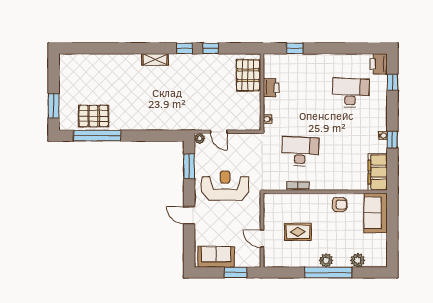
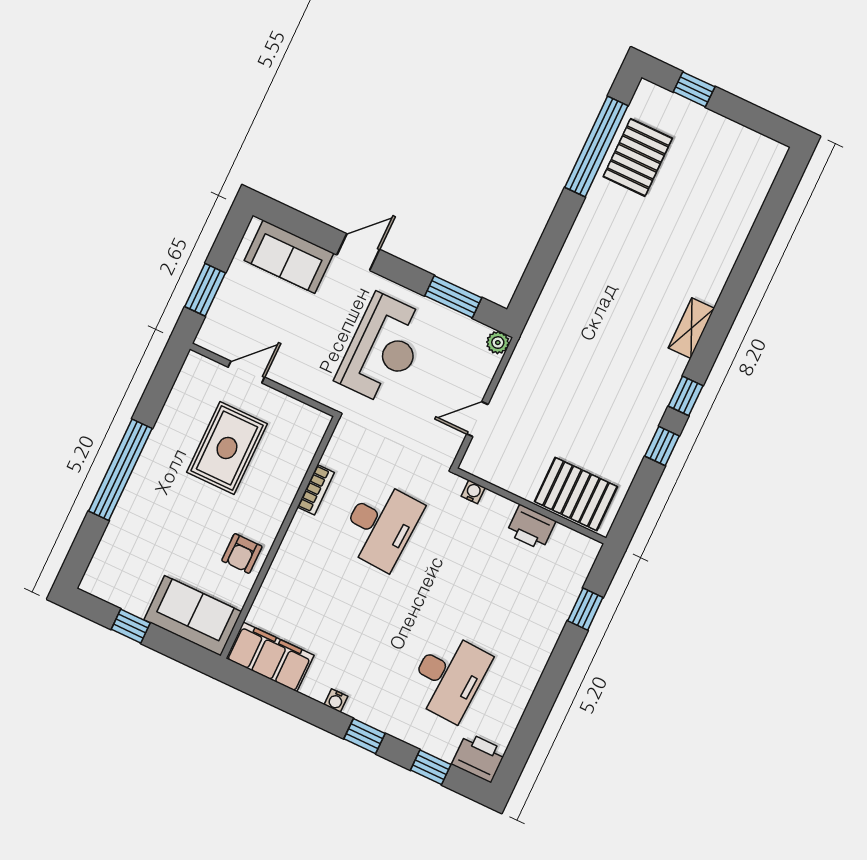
window: (54, 106) -> (694, 89), width x0.67
door: (219, 132) -> (477, 419), moved
window: (392, 140) -> (365, 736), moved
rug: (298, 232) -> (227, 448), width x1.36, depth x1.43
window: (392, 237) -> (131, 626), added
sofa: (216, 257) -> (289, 257), moved, turned 90
plant: (326, 260) -> (146, 476), removed
plant: (358, 260) -> (117, 538), removed

